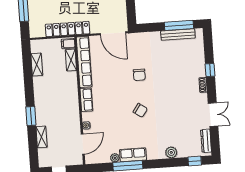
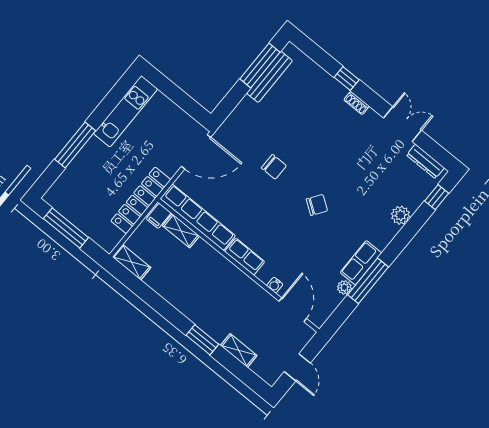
shelving: (37, 65) -> (132, 262), moved

